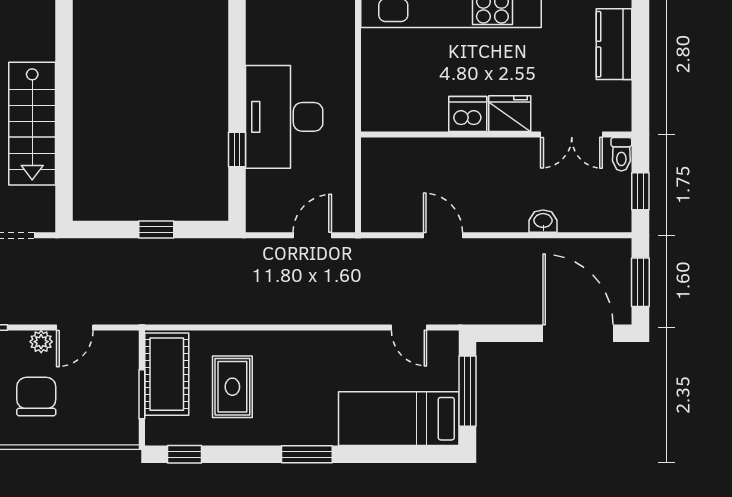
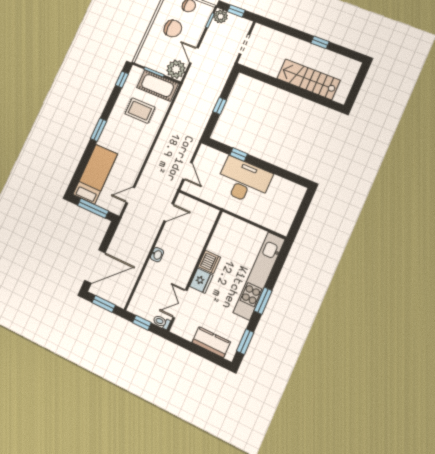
stairs: (32, 124) -> (308, 79), moved
washbasin: (543, 221) -> (157, 255), moved
door: (443, 235) -> (169, 212), moved
plant: (41, 342) -> (176, 69), moved, width x1.87, depth x1.87

